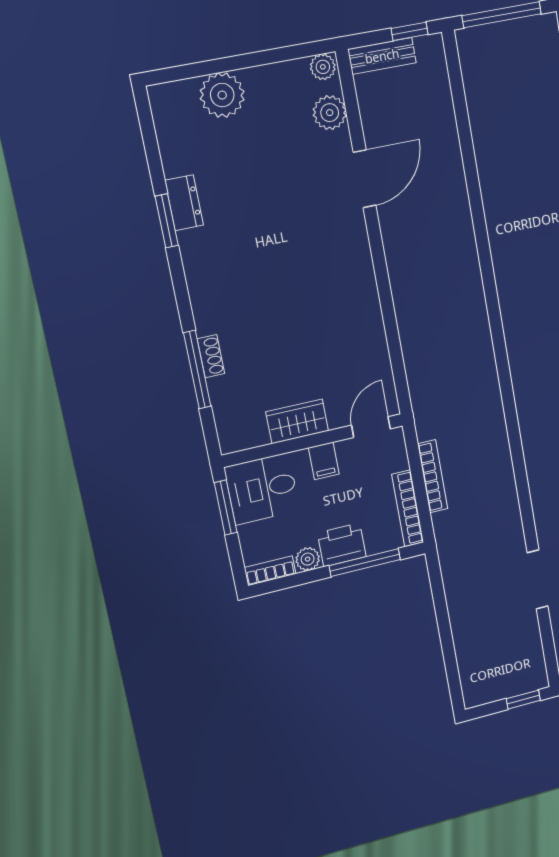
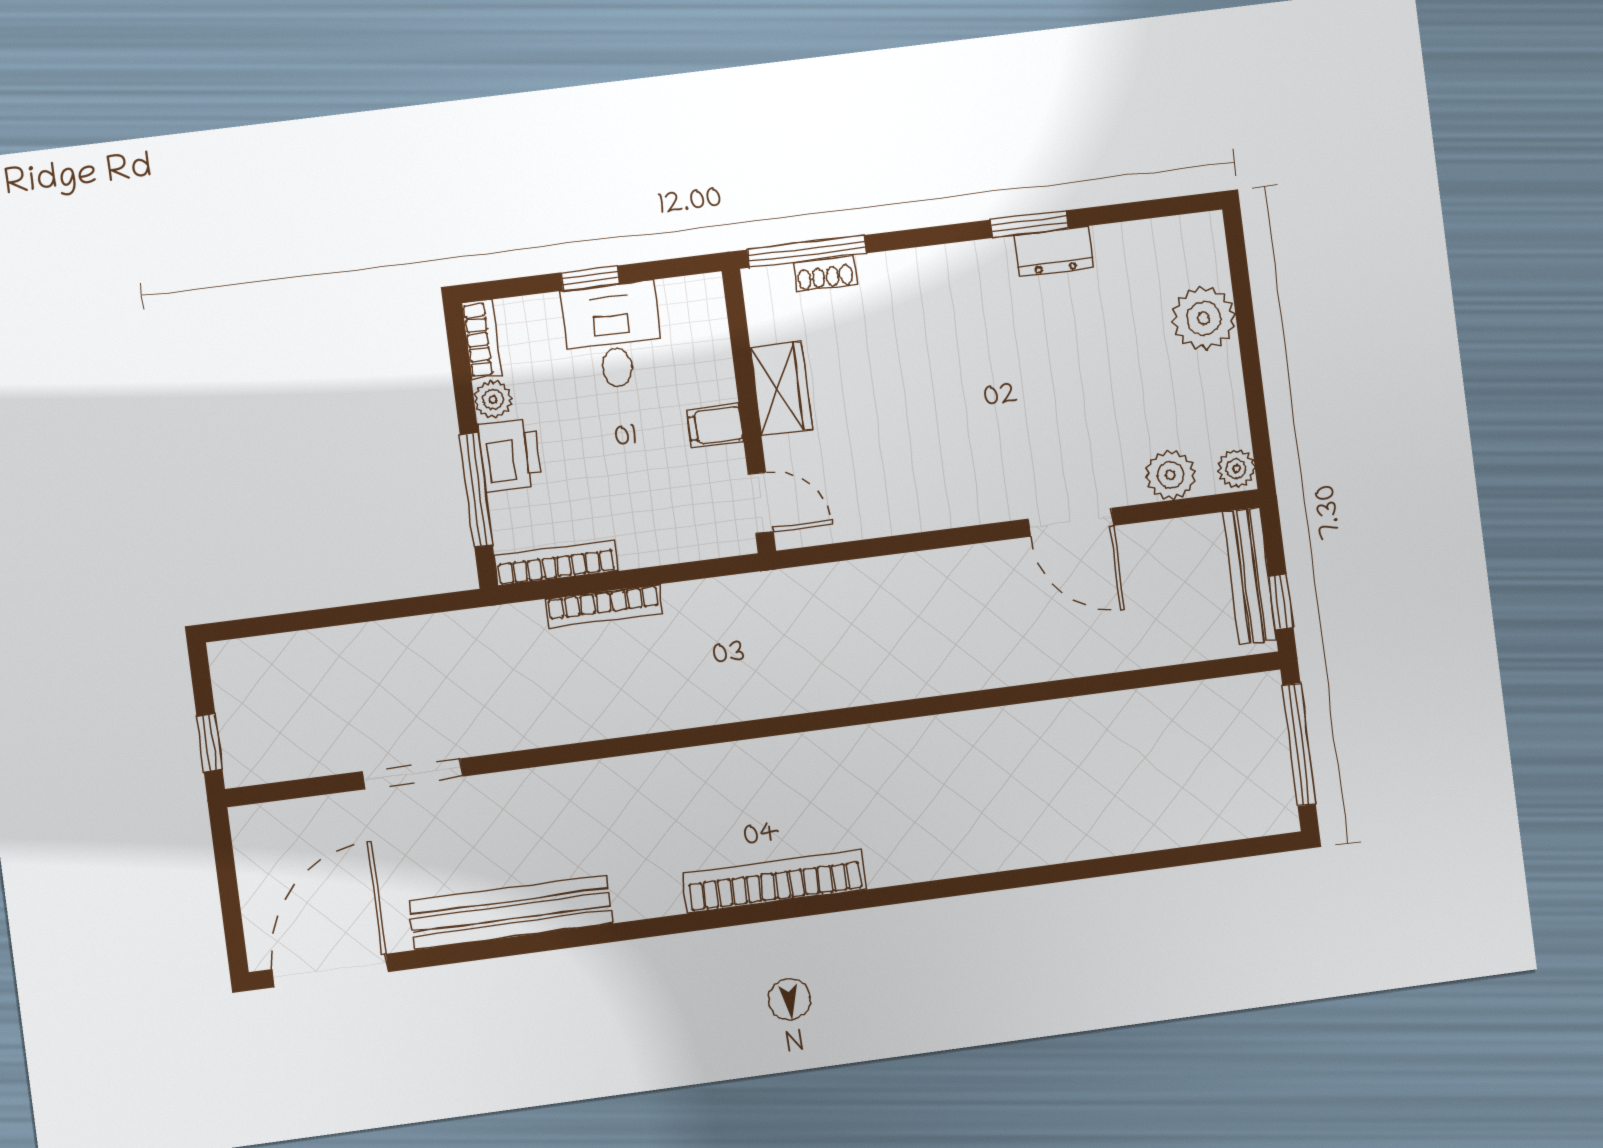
bench: (382, 56) -> (1250, 576), width x1.36
wardrobe: (297, 421) -> (781, 388), moved
door: (371, 427) -> (761, 503), moved
wall: (313, 440) -> (749, 411), moved
filing cabinet: (324, 461) -> (715, 426), moved
window: (226, 508) -> (590, 278), width x0.67

